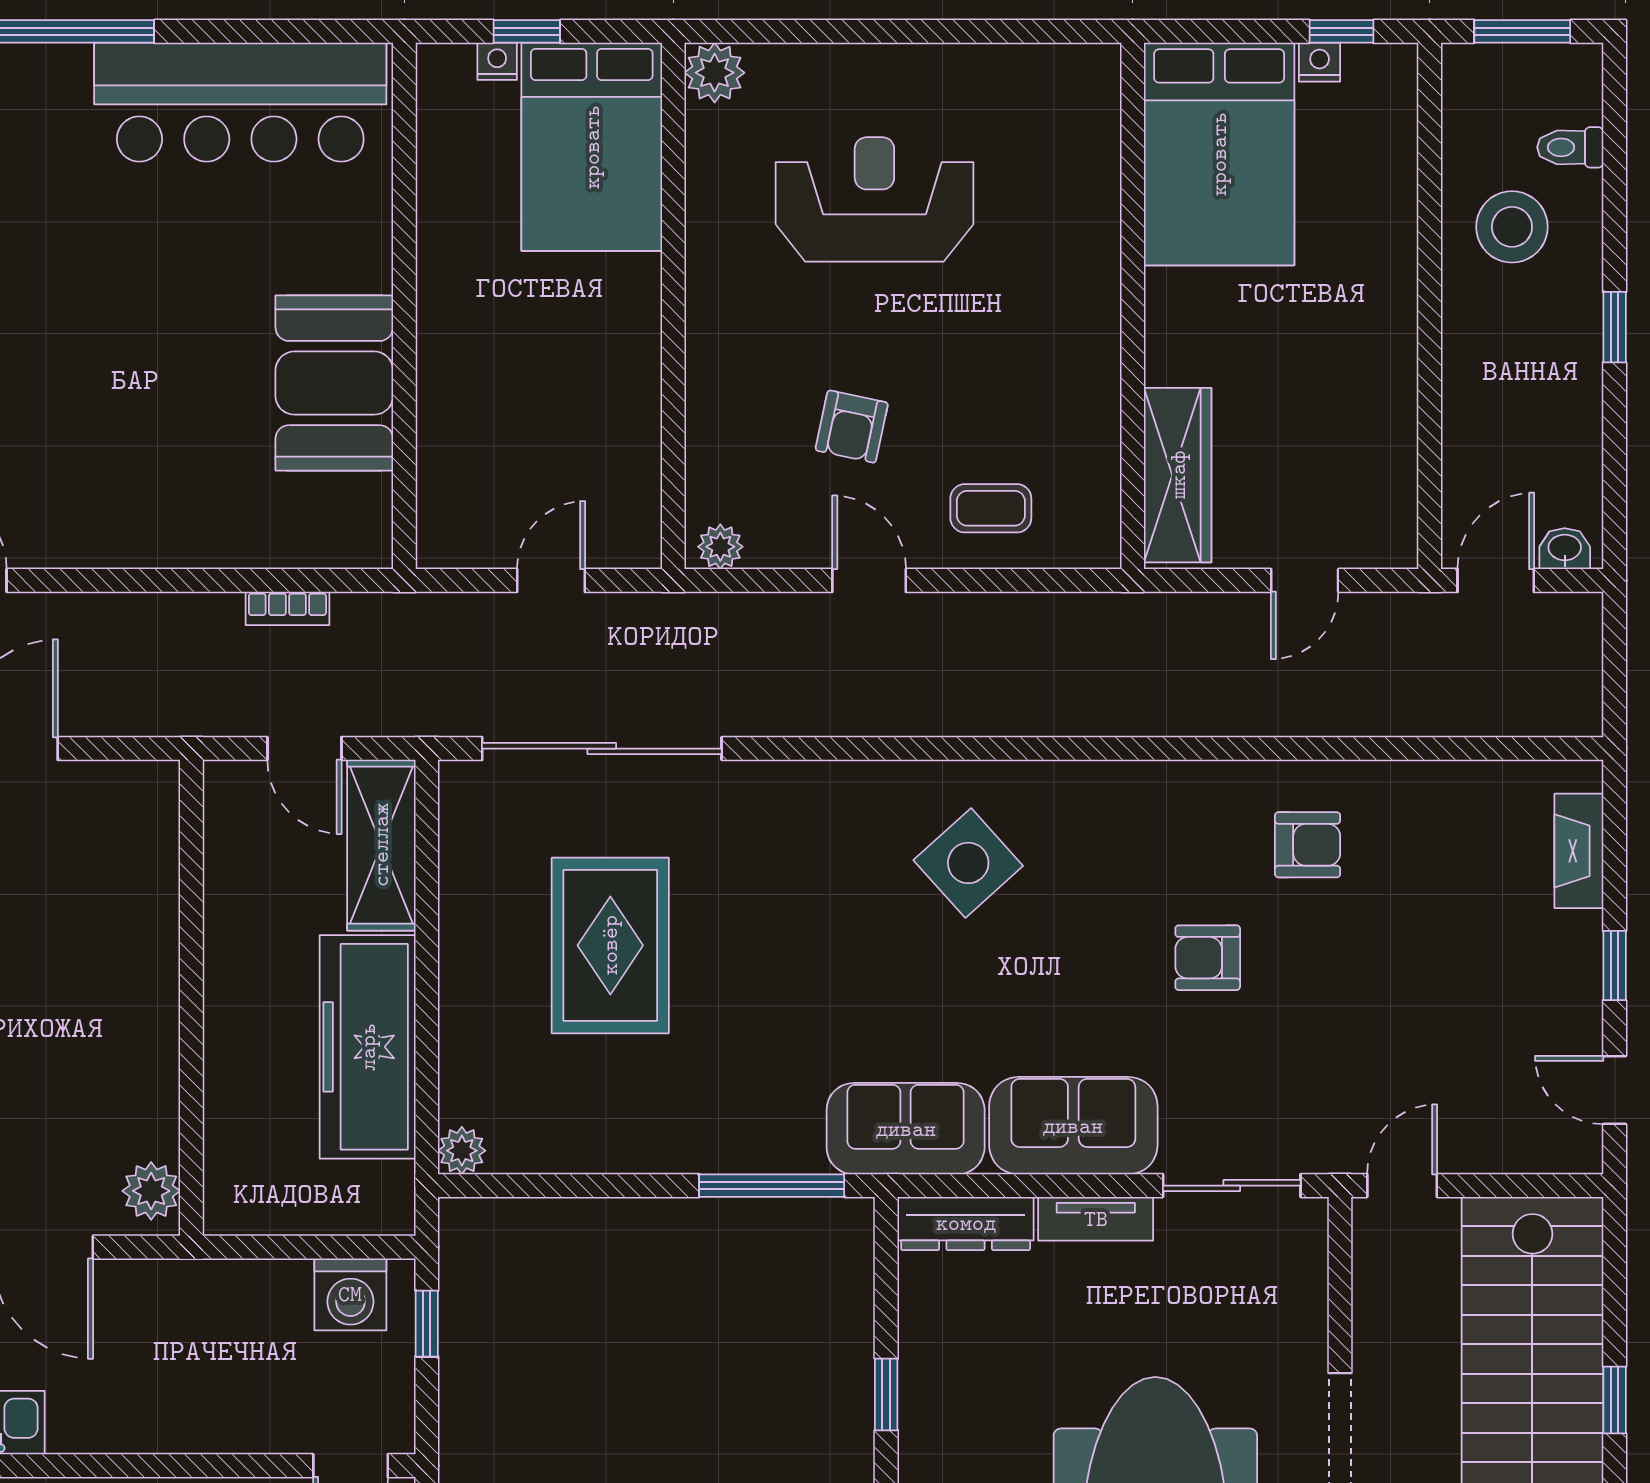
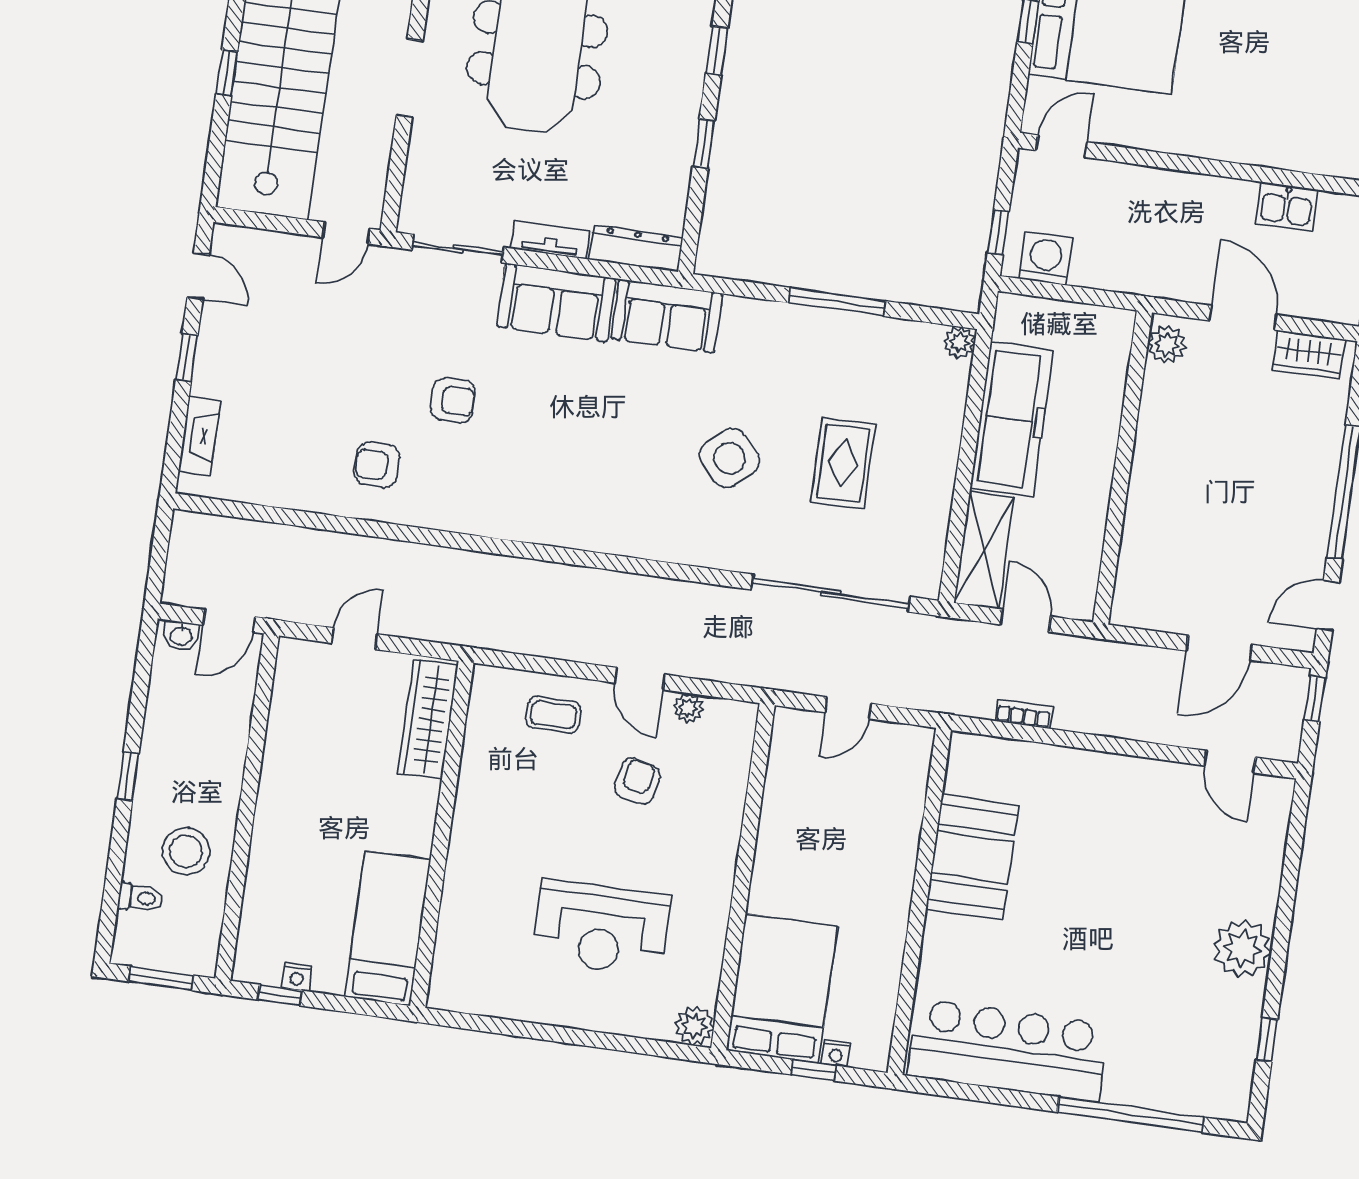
bed: (1219, 154) -> (388, 928), width x0.67
plant: (720, 547) -> (688, 708), moved
side table: (968, 863) -> (730, 458), moved
rug: (610, 945) -> (843, 463), width x0.73, depth x0.70
window: (772, 1186) -> (837, 302), moved

